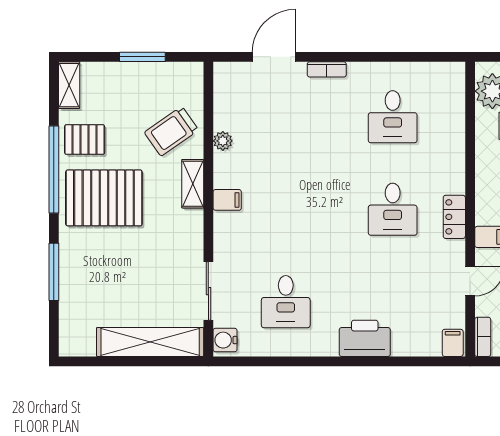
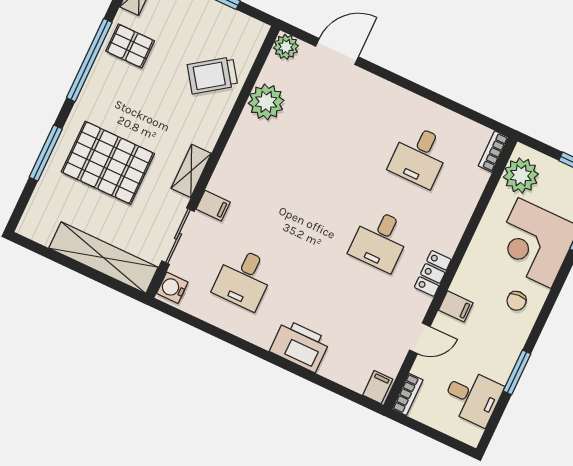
bookcase: (327, 69) -> (493, 152), moved, turned 90
plant: (226, 74) -> (286, 47), added
plant: (223, 141) -> (266, 102), width x1.88, depth x1.88
shelving: (193, 184) -> (191, 171), moved
pallet: (104, 198) -> (108, 163), moved
filing cabinet: (227, 200) -> (213, 206), moved

